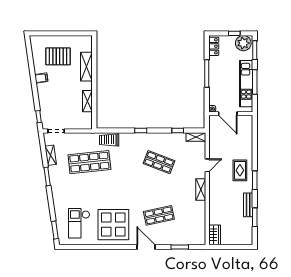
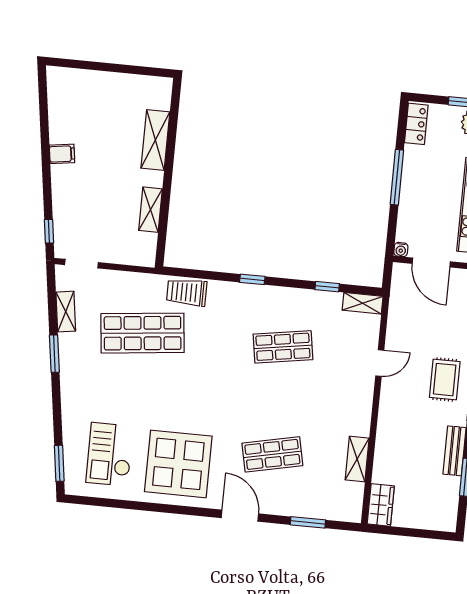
pallet: (58, 56) -> (100, 113), removed
shop shelf: (159, 162) -> (283, 347), turned -30
shelving: (201, 190) -> (357, 459), moved

